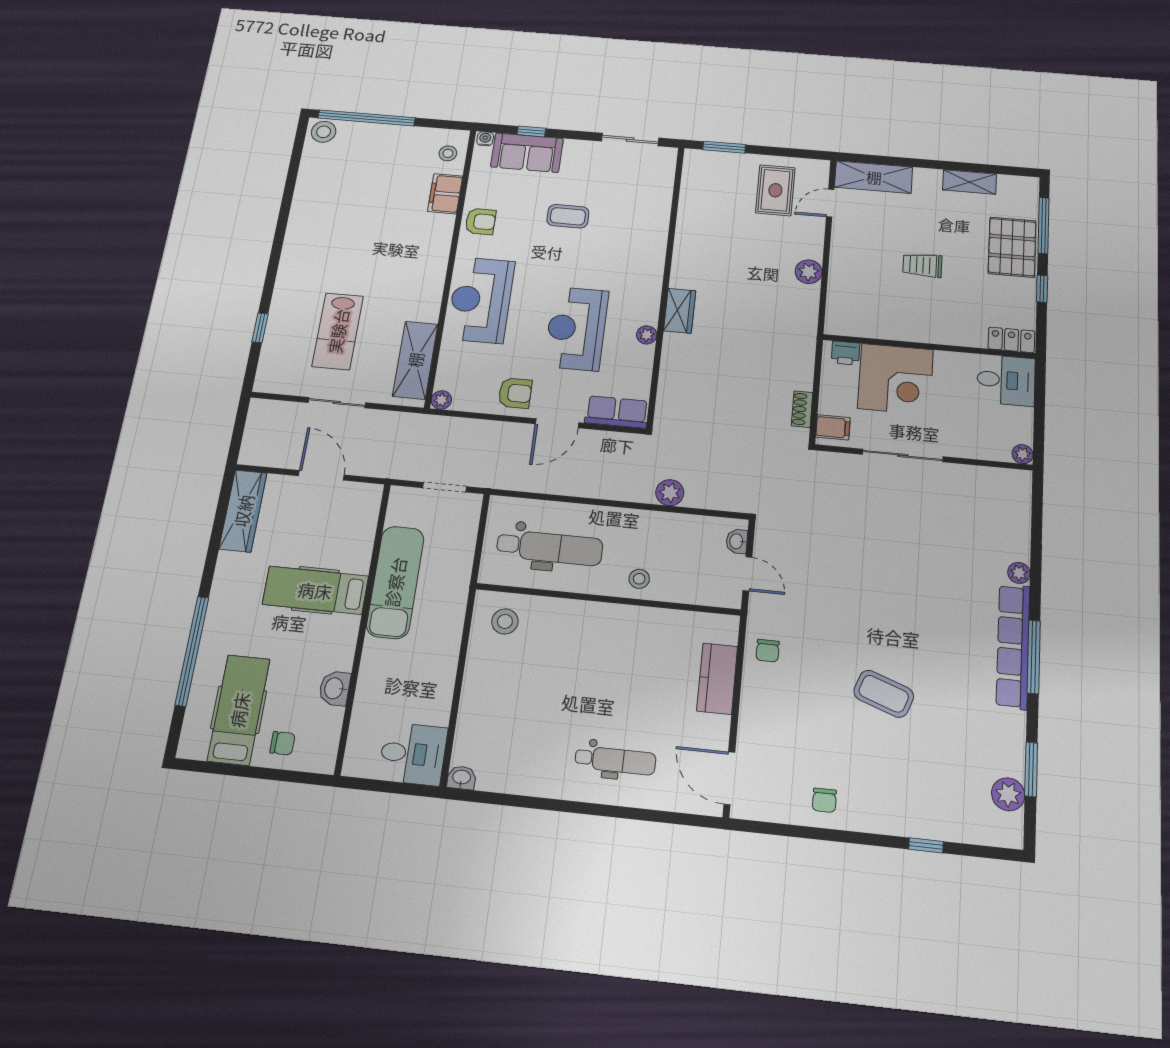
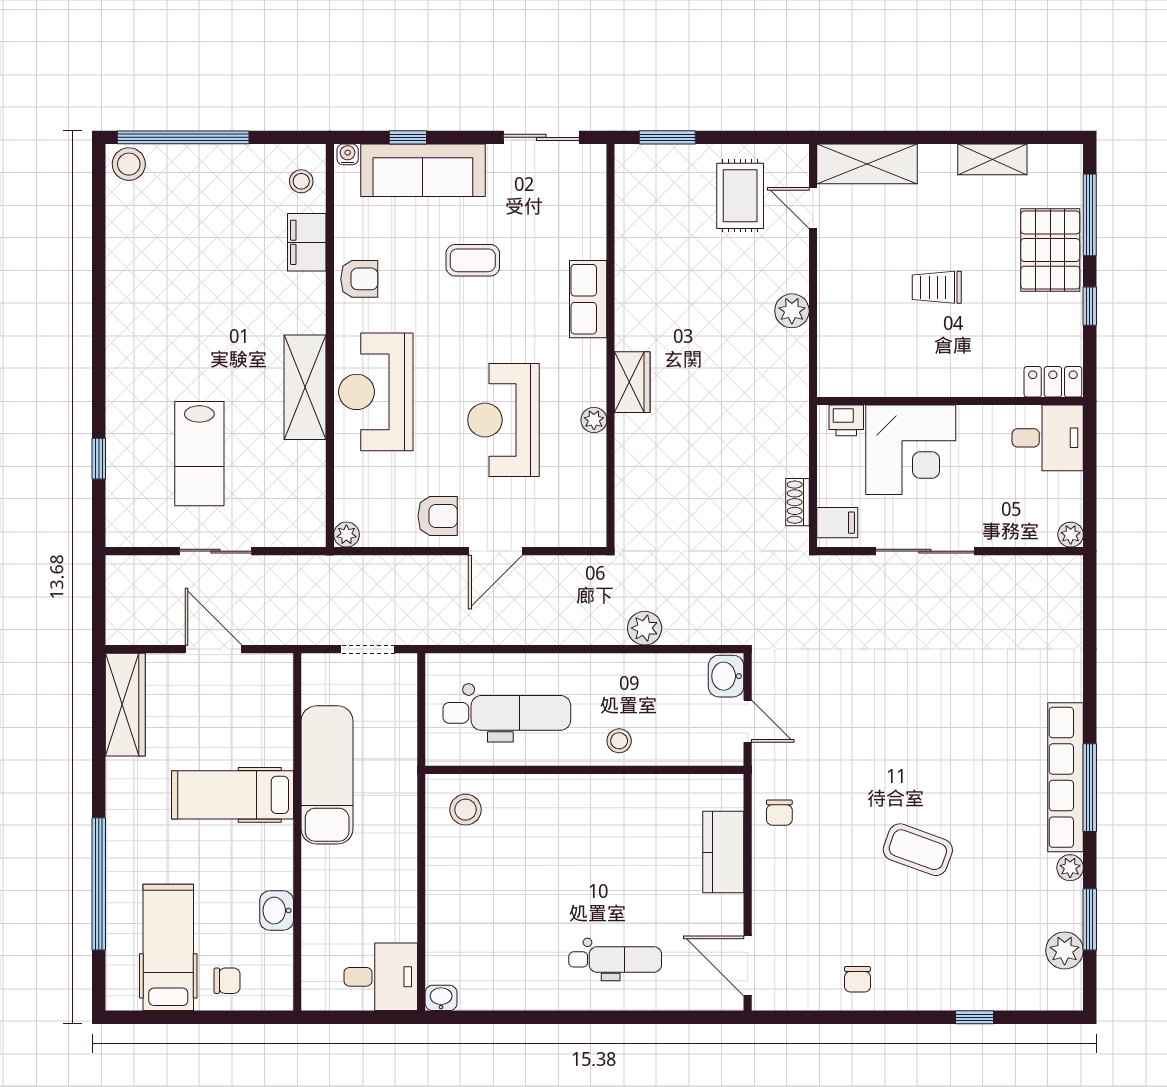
sofa: (527, 153) -> (423, 170), width x1.36
door: (830, 203) -> (813, 208), hinge flipped
shelving: (415, 360) -> (305, 387), moved
row of seats: (617, 412) -> (588, 299), moved, turned -90
washbasin: (737, 541) -> (726, 676), width x1.38, depth x1.45
plant: (1019, 573) -> (1070, 868), moved

